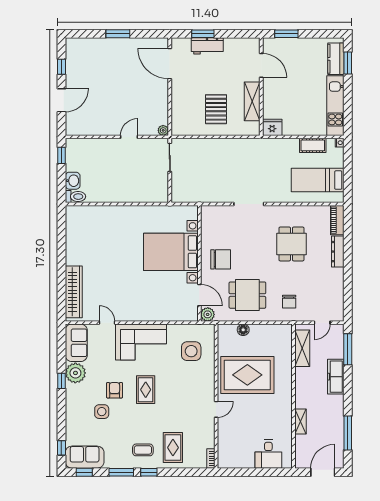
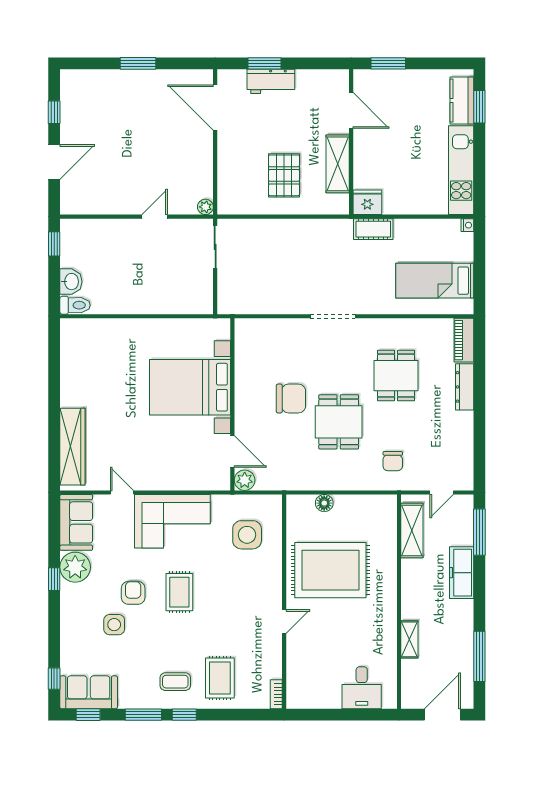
cot: (313, 145) -> (373, 229), moved
bed with nightstands: (171, 252) -> (190, 387), moved
wall: (199, 263) -> (232, 404), moved
door: (199, 295) -> (232, 452), moved
dining table: (247, 295) -> (339, 422), moved, turned 90
plant: (208, 314) -> (245, 480), moved

